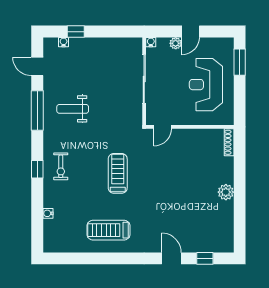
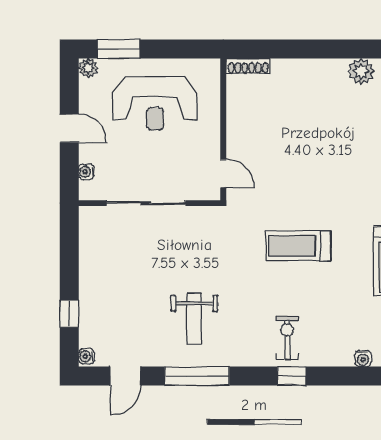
water cooler: (64, 42) -> (86, 356), moved
water cooler: (151, 42) -> (86, 172), moved
plant: (176, 43) -> (88, 68), moved
exercise bike: (61, 166) -> (287, 338), turned -90
plant: (226, 192) -> (361, 71), moved

